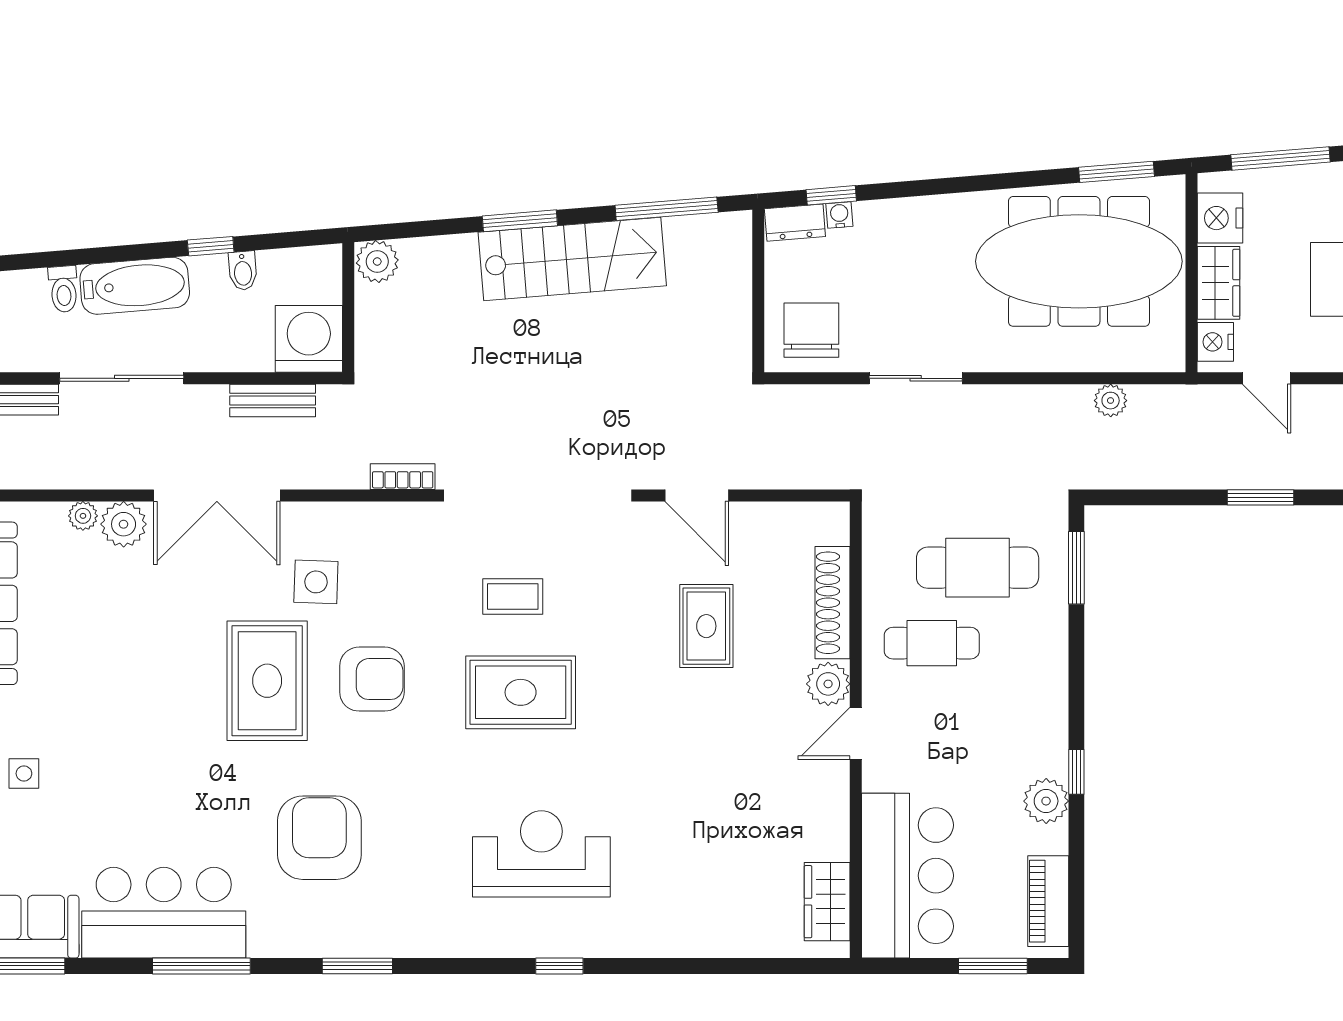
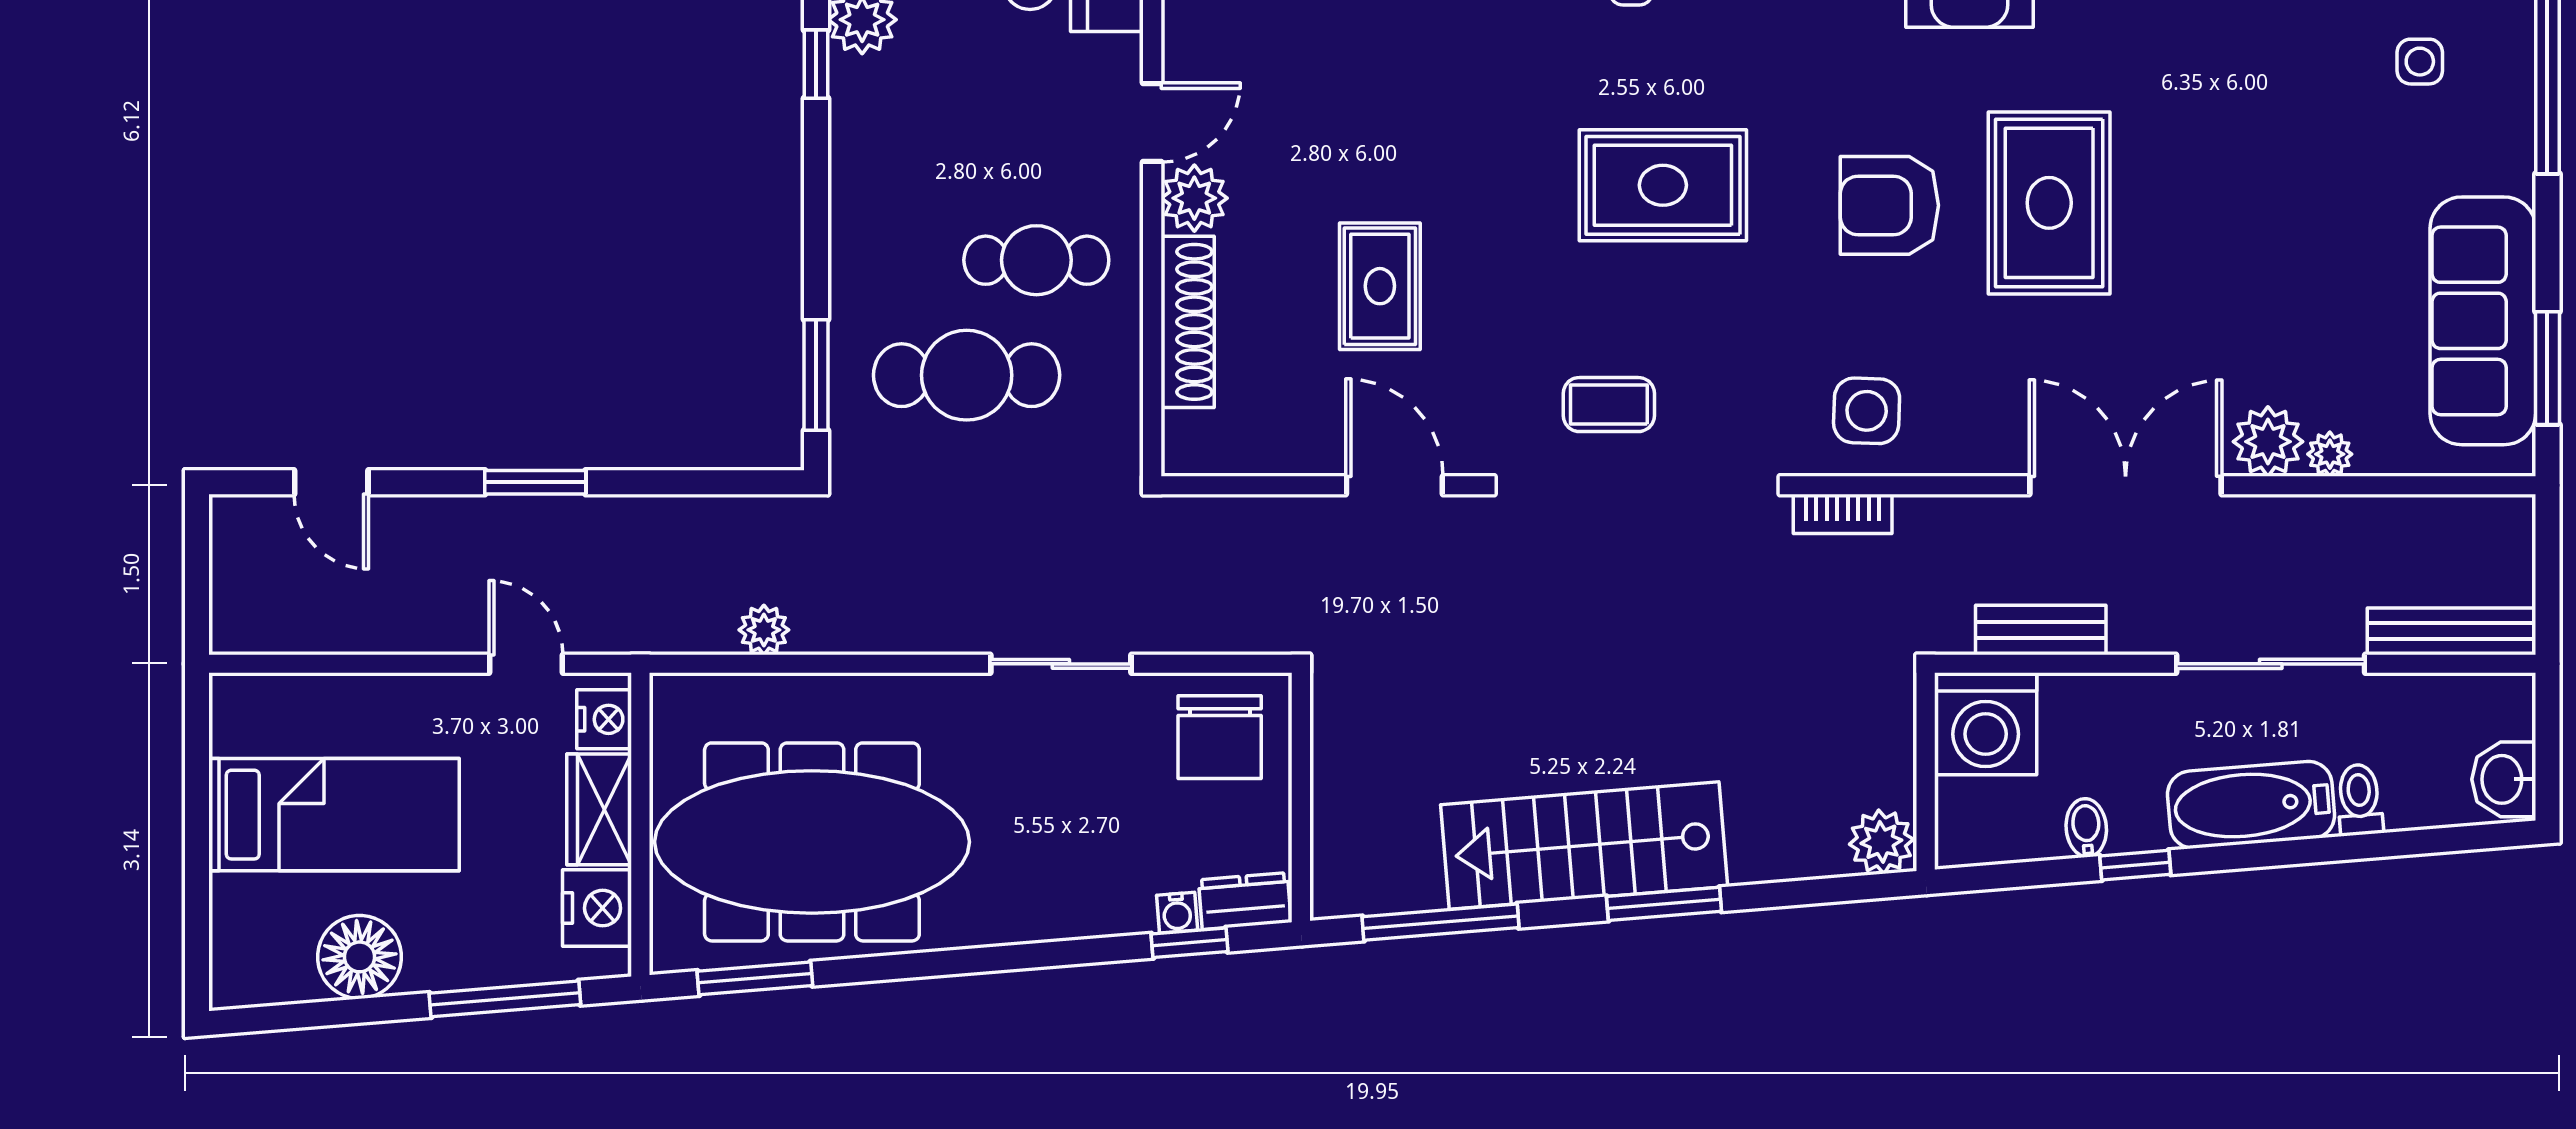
side table: (316, 582) -> (1867, 411), moved
coffee table: (513, 596) -> (1609, 405), moved

